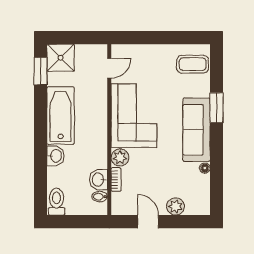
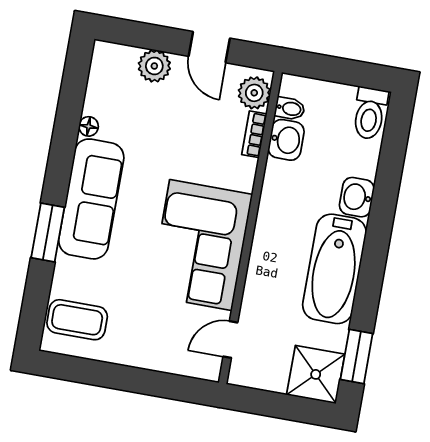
plant: (120, 158) -> (254, 93), moved

